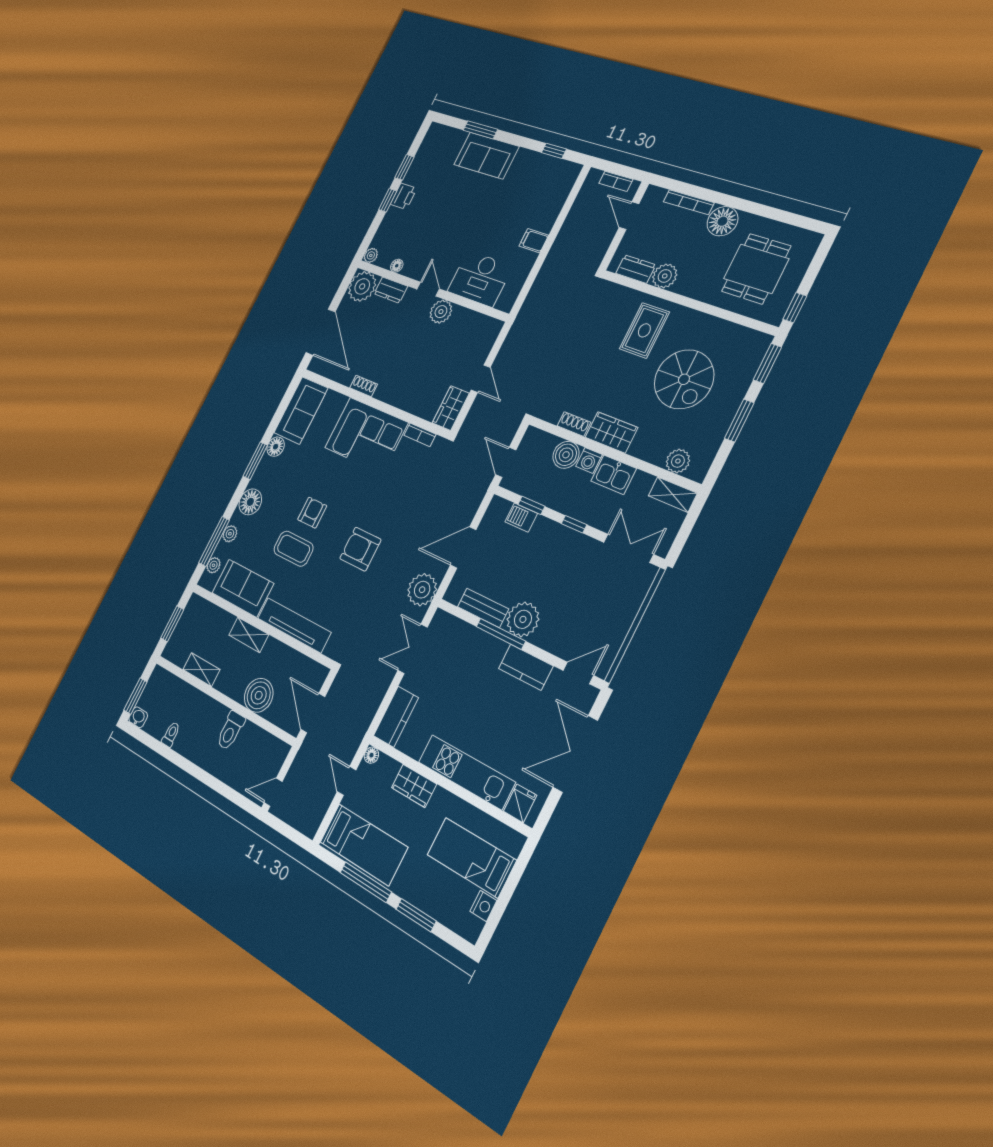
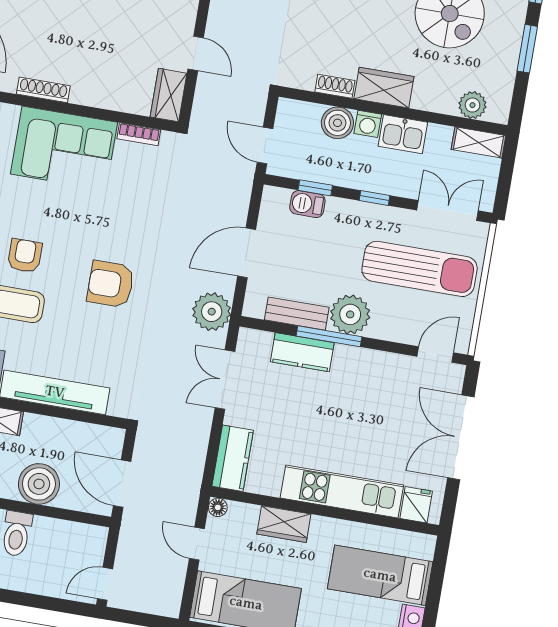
shoe rack: (364, 386) -> (43, 90), width x1.43
sun lounger: (590, 594) -> (420, 269), added
kitchen counter: (526, 667) -> (302, 352), moved

